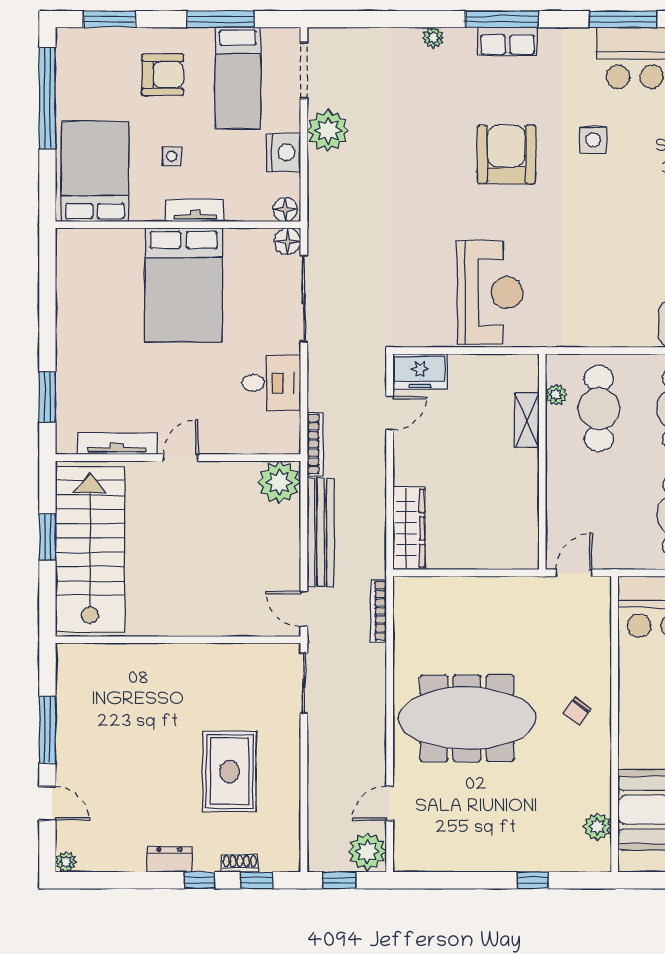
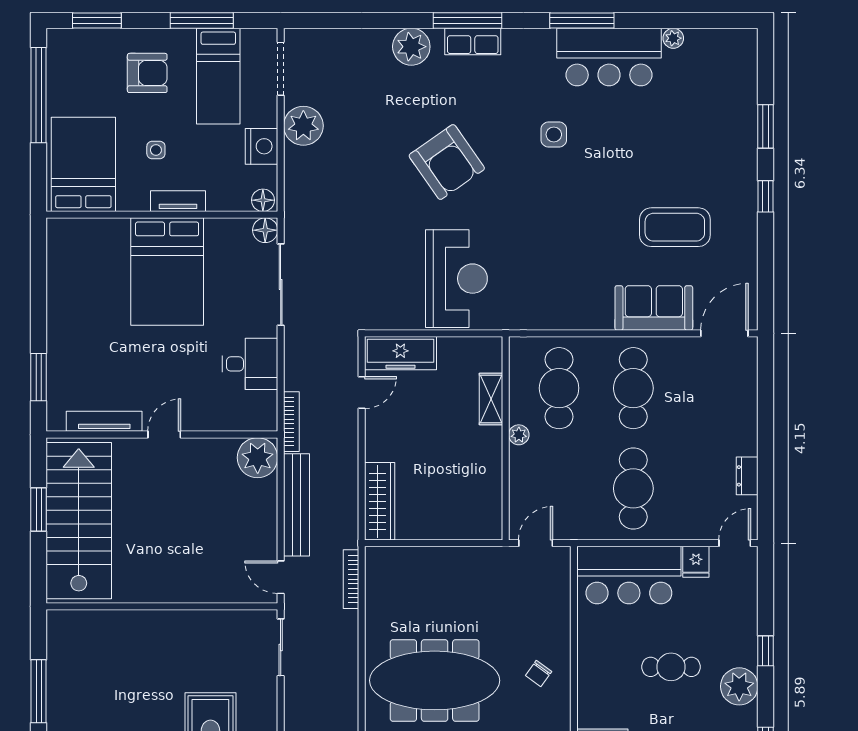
plant: (433, 38) -> (411, 47), width x1.88, depth x1.88
armchair: (506, 154) -> (447, 162), moved, turned 145
freezer: (420, 371) -> (400, 353), width x1.40
plant: (556, 395) -> (519, 435), moved

